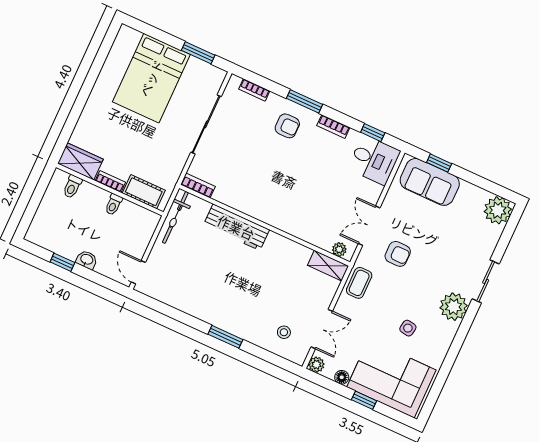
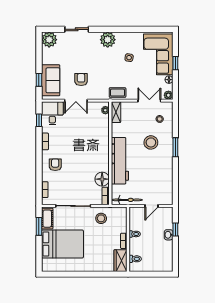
window: (304, 101) -> (39, 162), removed
stool: (164, 161) -> (101, 218), added
cot: (144, 192) -> (47, 219), moved
floor lamp: (228, 192) -> (102, 179), added
double door: (369, 226) -> (76, 101), moved
workbench: (236, 227) -> (120, 161), width x1.36, depth x1.32
armchair: (398, 254) -> (81, 80), moved
window: (62, 262) -> (175, 230), moved
door: (138, 272) -> (152, 206), moved
sliding door: (486, 281) -> (77, 29), moved
stool: (252, 300) -> (151, 142), added

